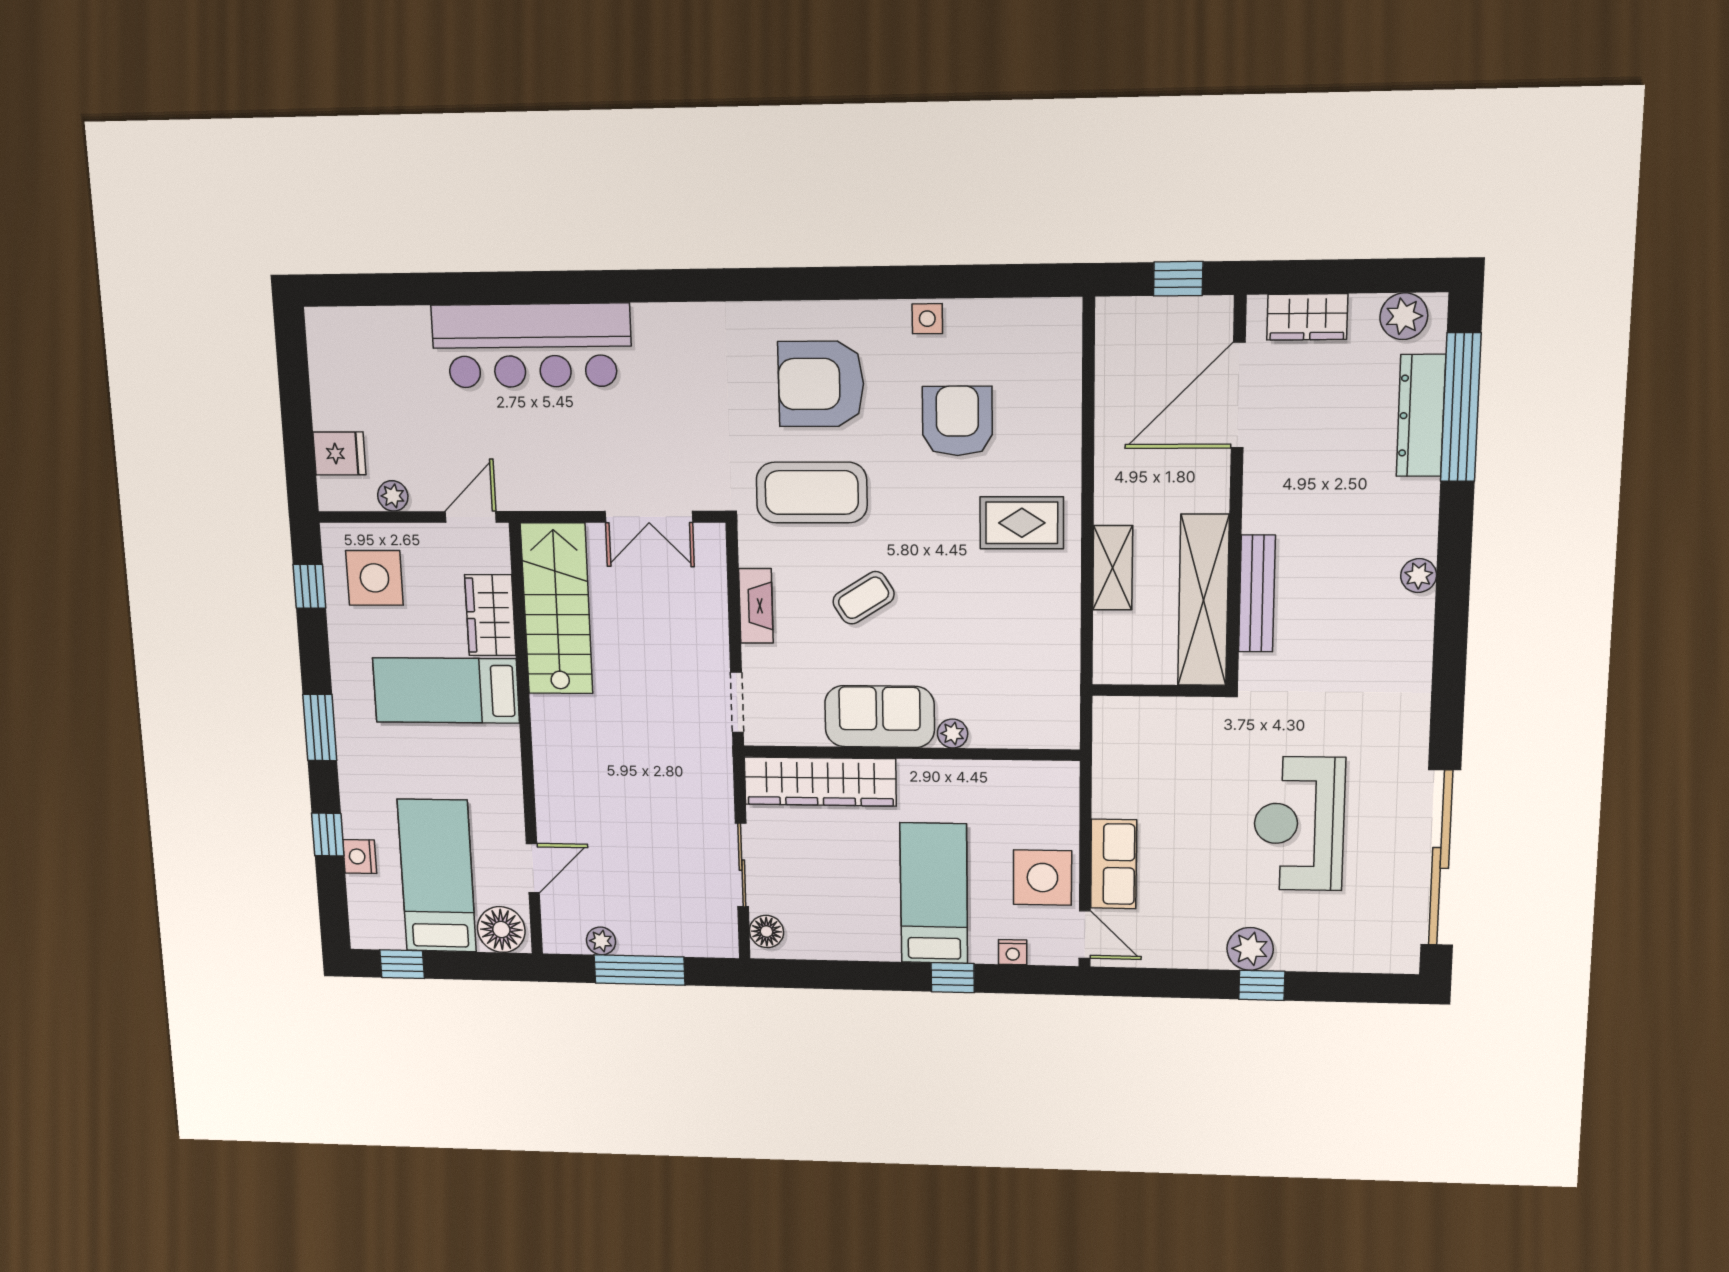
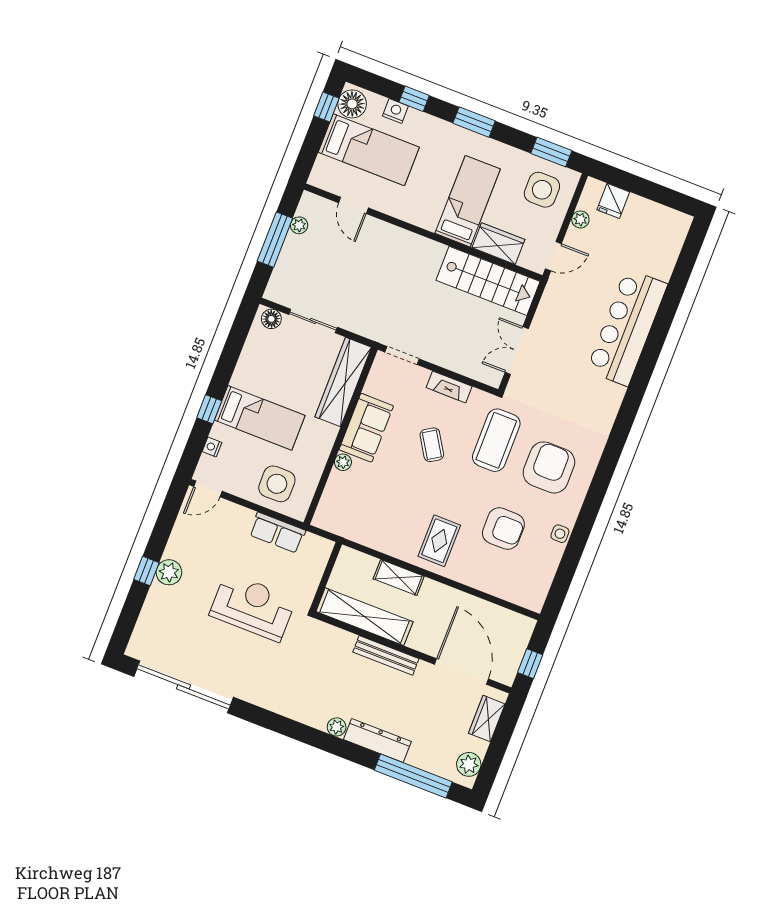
dresser: (1421, 416) -> (377, 740), moved
door: (471, 517) -> (553, 256), hinge flipped
window: (309, 586) -> (551, 152), width x1.50
bench: (1257, 594) -> (386, 655), moved
reception desk: (1299, 824) -> (253, 607), moved
row of seats: (1114, 864) -> (277, 533), moved
side table: (1042, 878) -> (277, 484), moved
floor lamp: (501, 930) -> (352, 104), moved

